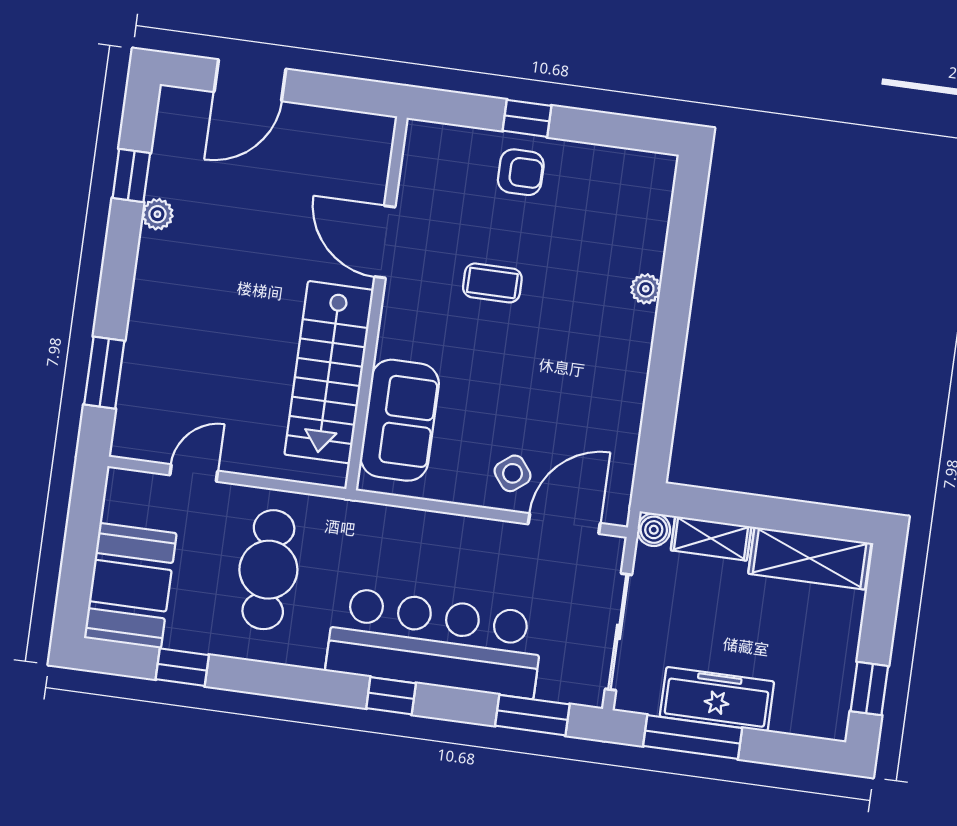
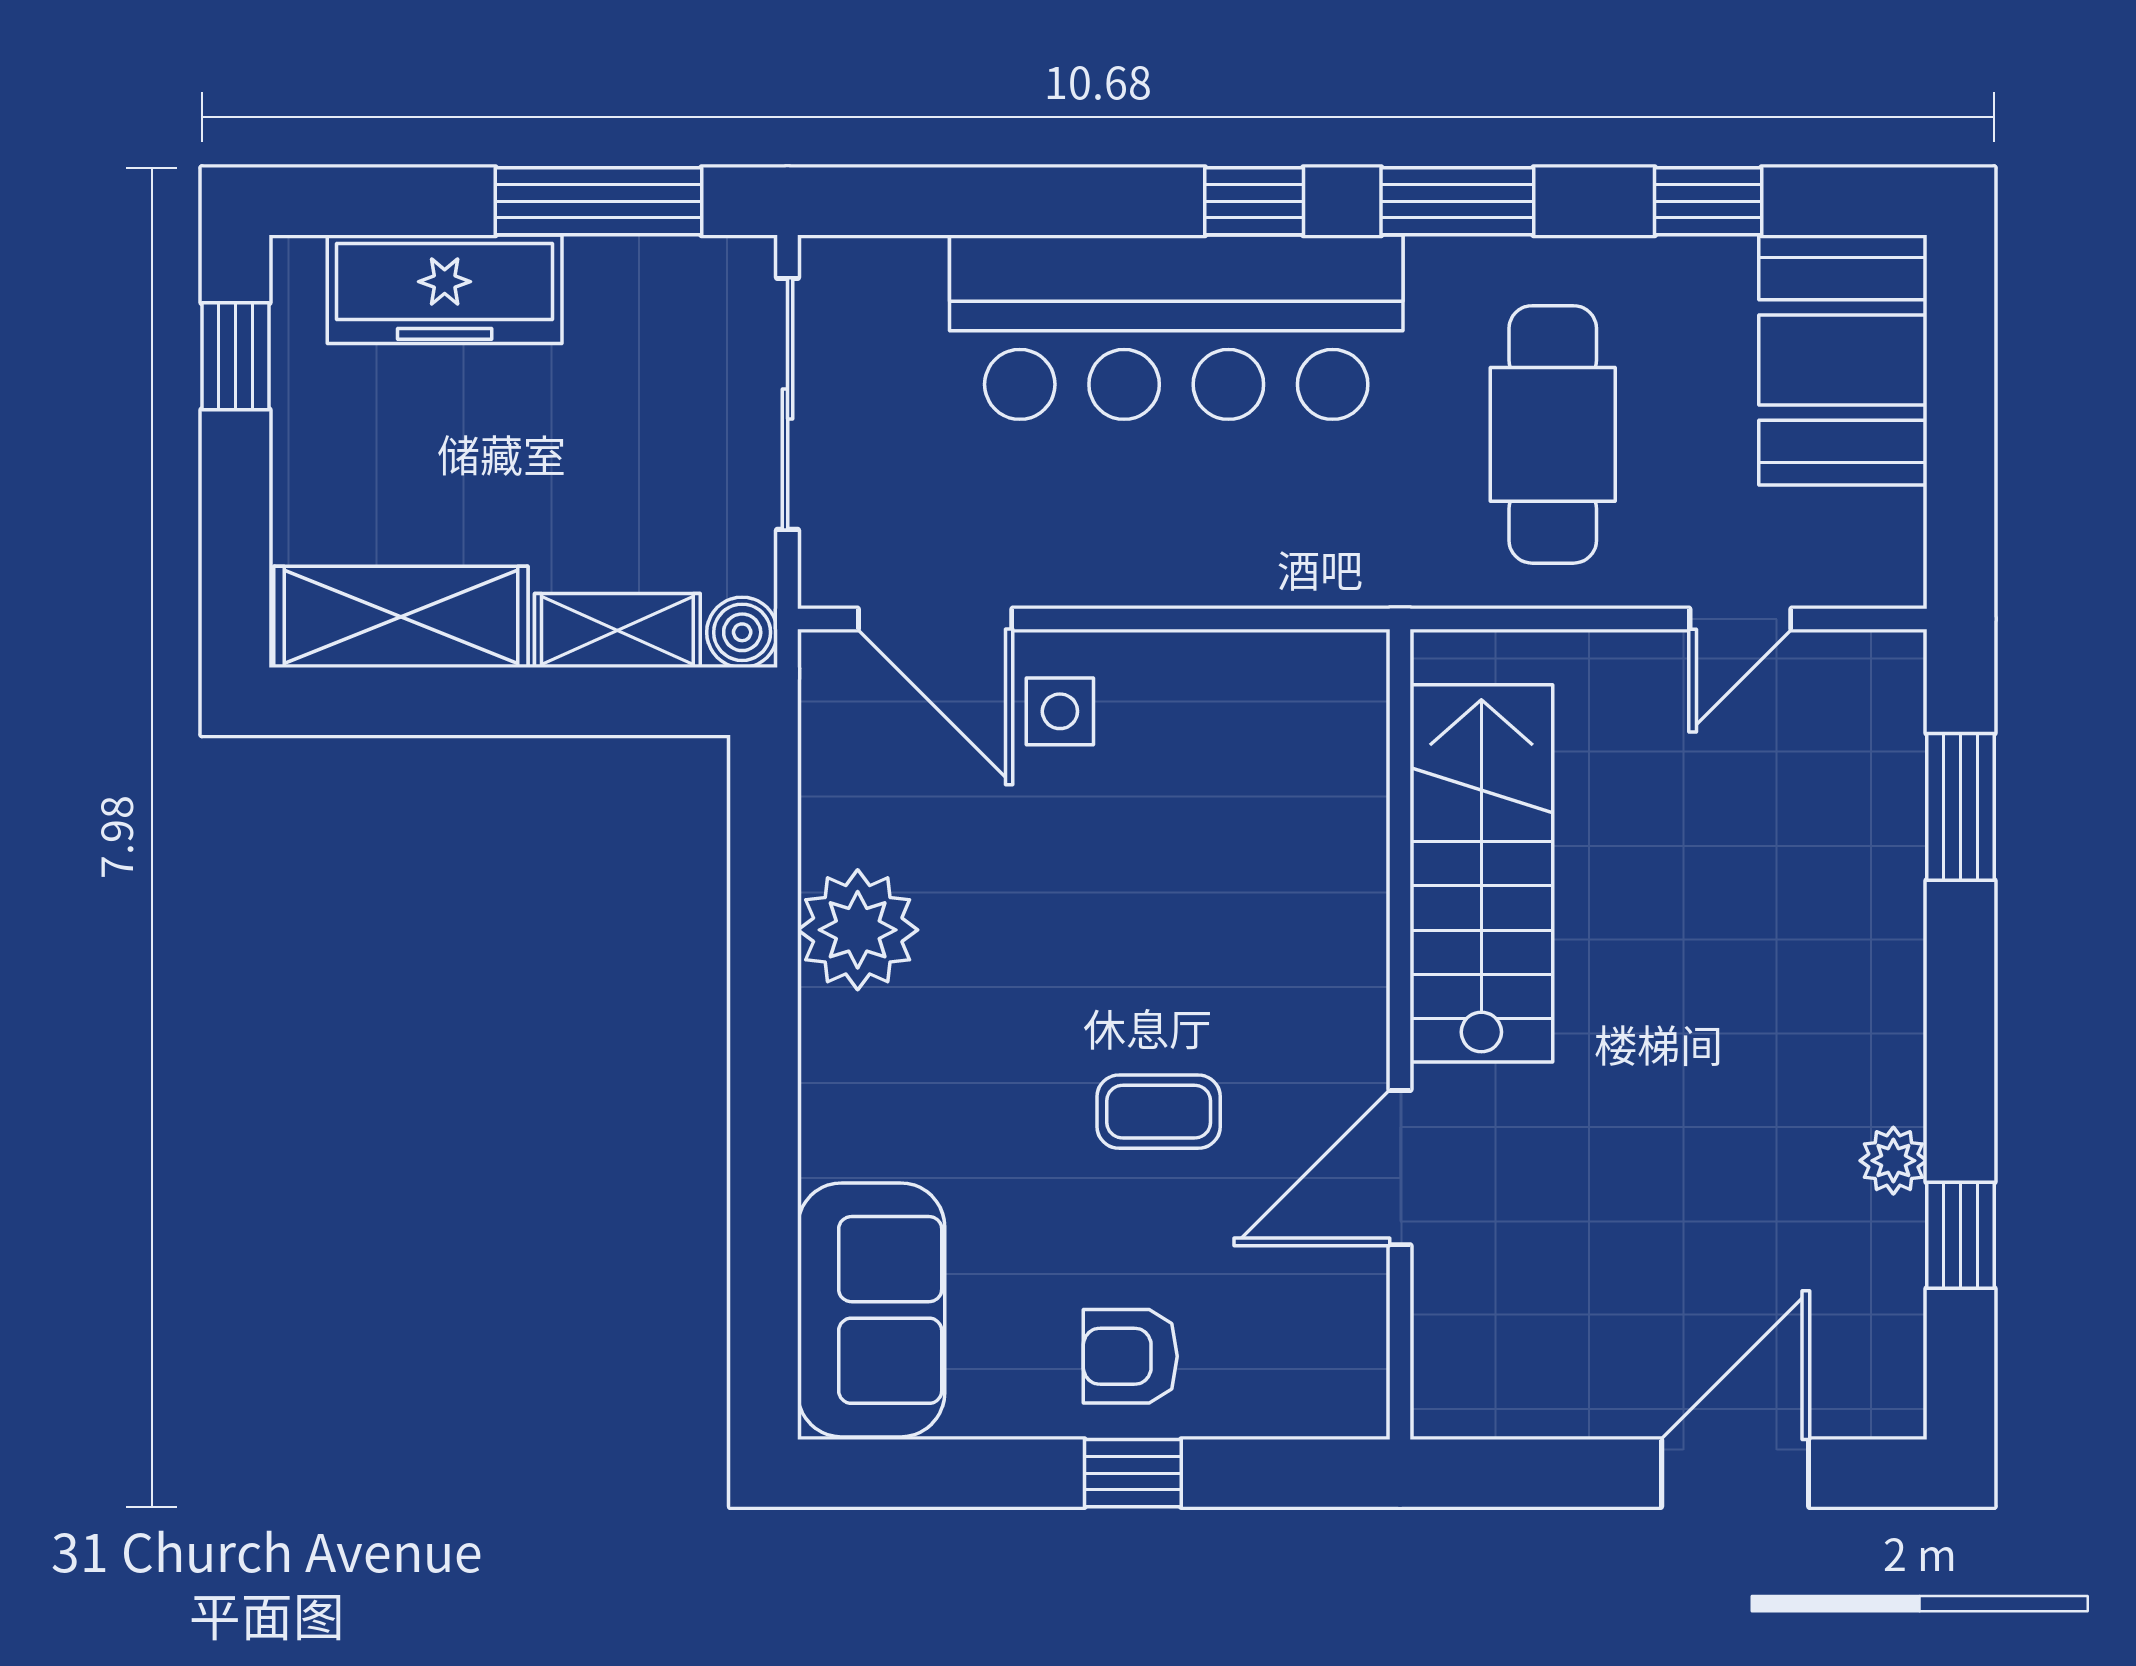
door: (385, 242) -> (1400, 1168), swing flipped
plant: (646, 289) -> (858, 930), moved, width x1.87, depth x1.87
sofa: (400, 420) -> (871, 1310), moved, turned 180
side table: (513, 473) -> (1060, 711), turned 38
door: (564, 524) -> (935, 619), hinge flipped
freezer: (717, 699) -> (445, 289), moved
window: (532, 715) -> (1457, 201), moved

